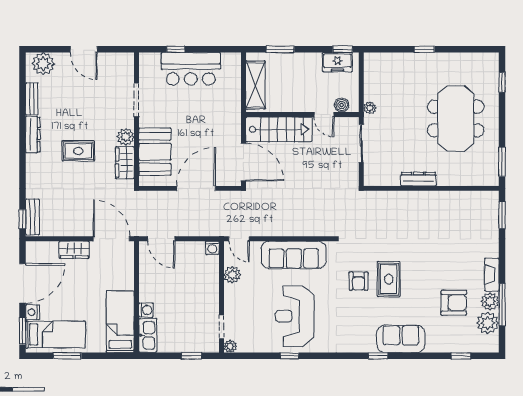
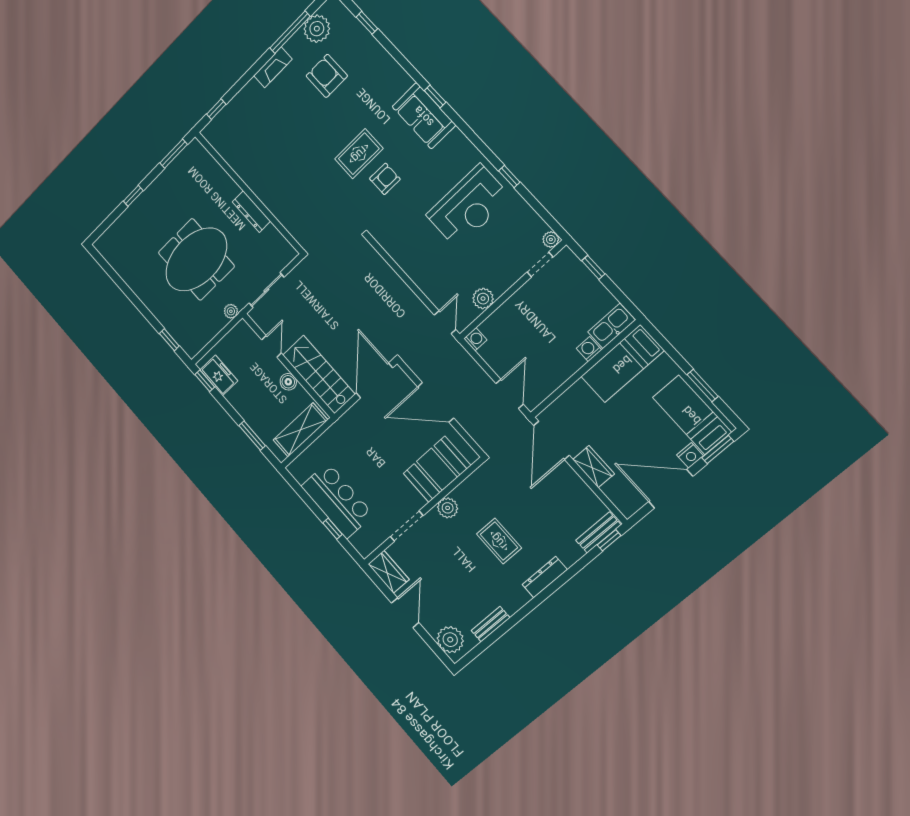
window: (424, 49) -> (169, 340), moved
window: (502, 82) -> (133, 196), moved
boiler: (342, 105) -> (288, 382), moved
meeting table: (456, 118) -> (196, 259), moved
dresser: (33, 135) -> (545, 577), moved
wardrobe: (125, 163) -> (388, 572), moved, turned -90
window: (502, 215) -> (216, 109), width x0.67
sofa: (294, 255) -> (415, 259), removed
plant: (490, 301) -> (297, 46), removed
sofa: (401, 339) -> (424, 116), moved

